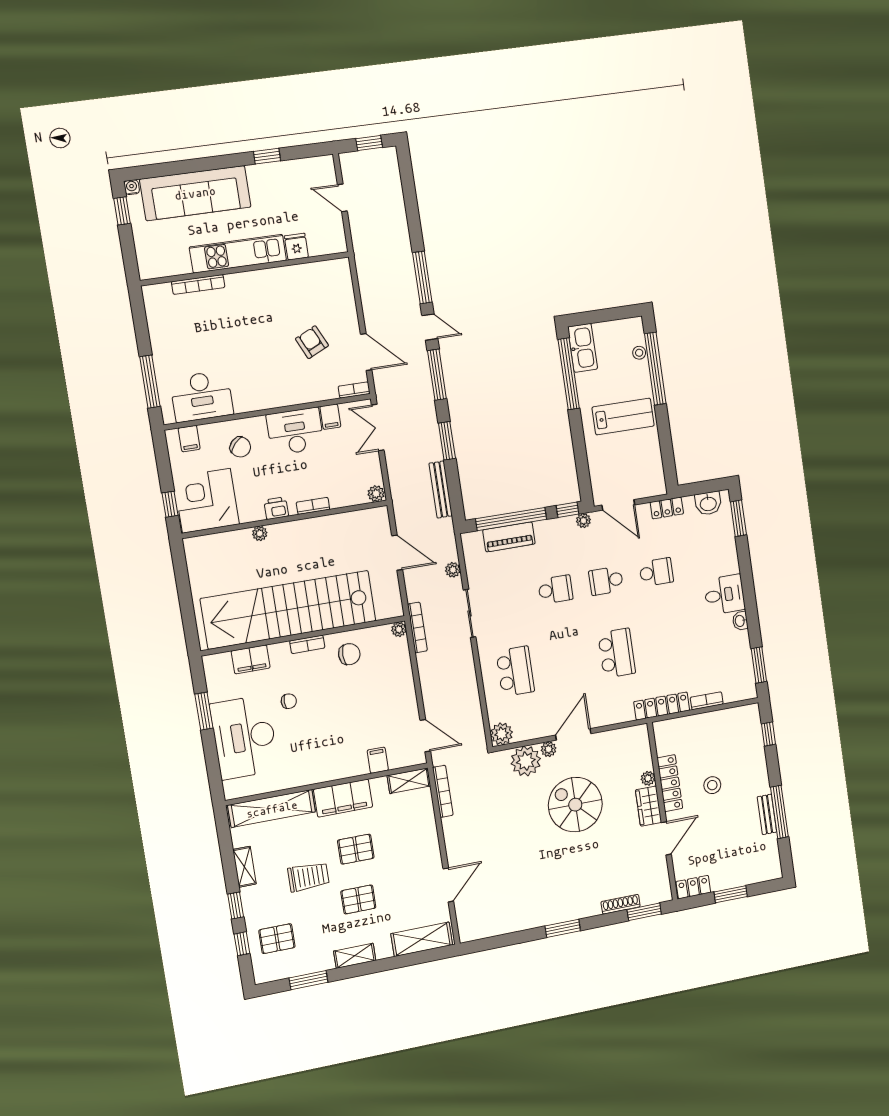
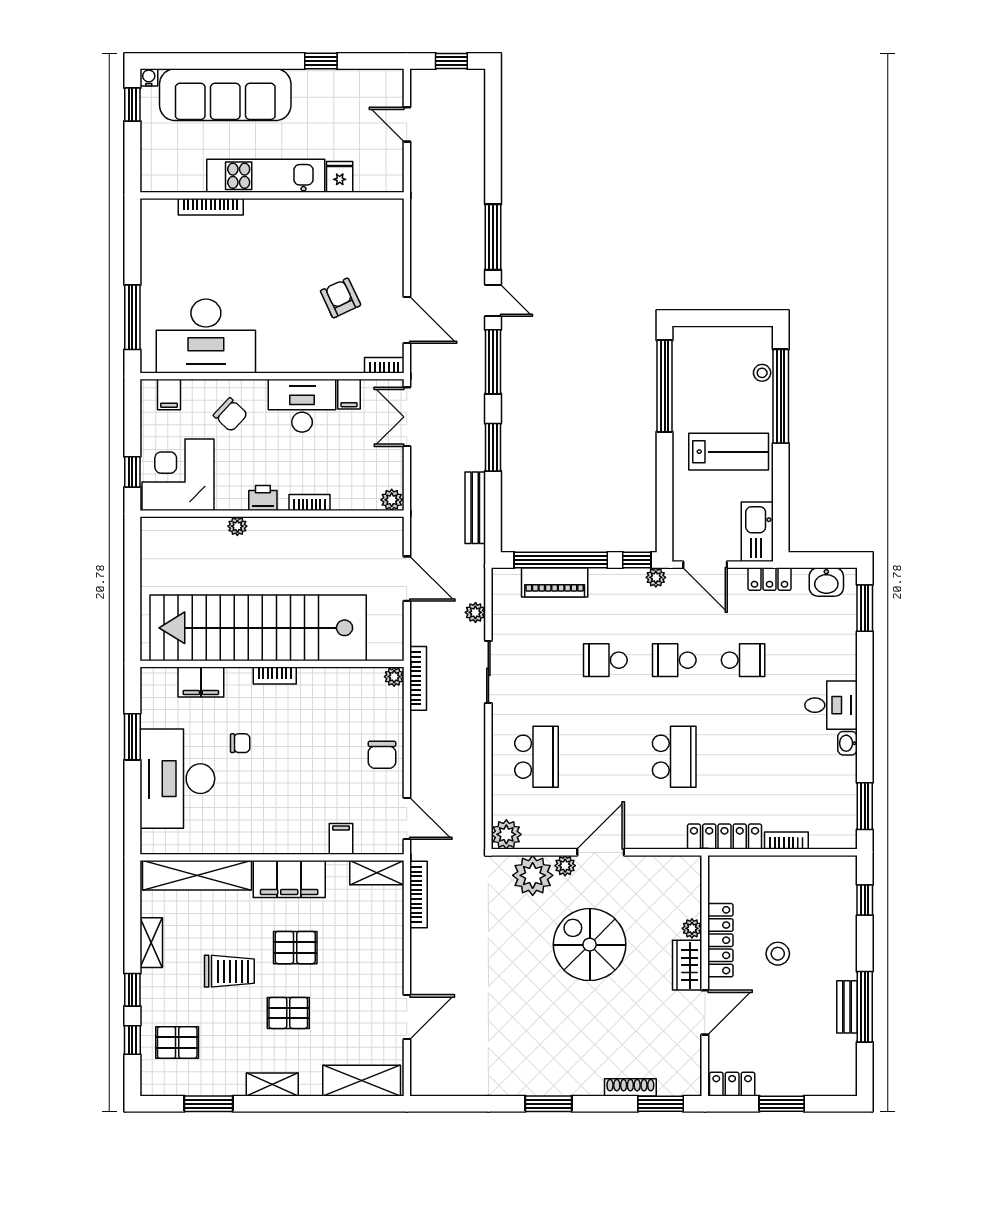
kitchen sink: (583, 348) -> (757, 532), moved, turned 180
desk: (202, 396) -> (206, 336), width x1.36, depth x1.30
school desk: (555, 589) -> (605, 660), turned 180
chair: (349, 654) -> (382, 755), moved, turned 91

